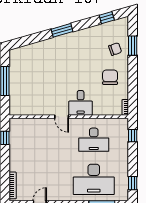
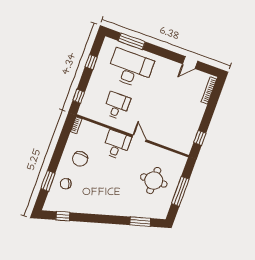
window: (62, 30) -> (140, 222), moved
round table: (34, 82) -> (154, 180), added
desk: (94, 140) -> (117, 106), width x0.73
window: (133, 183) -> (91, 62), moved

